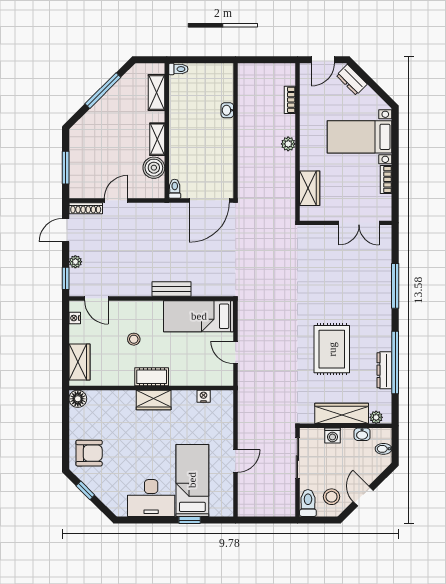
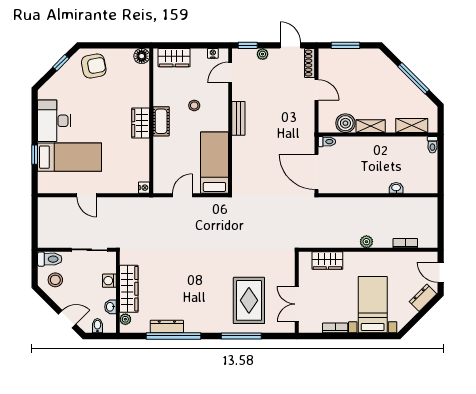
bench: (171, 289) -> (238, 118), moved
rug: (332, 349) -> (249, 300), moved, turned 90
nightstand: (204, 396) -> (144, 188), moved
armchair: (89, 453) -> (94, 66), turned -101
door: (363, 496) -> (67, 319), moved

